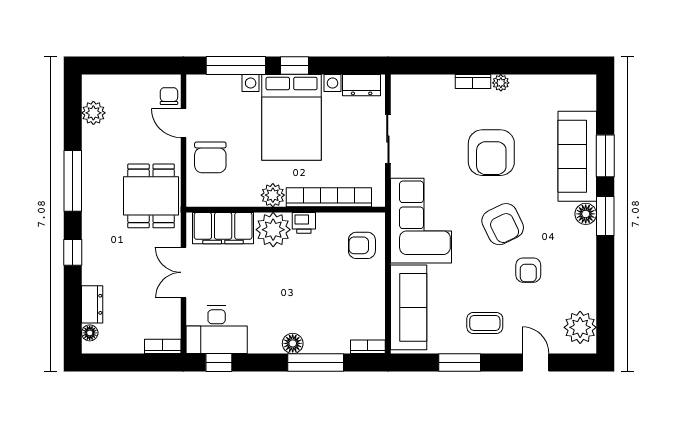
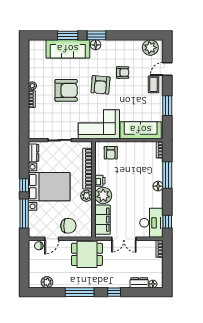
armchair: (503, 224) -> (101, 85), turned 121
coffee table: (485, 323) -> (154, 84), moved

